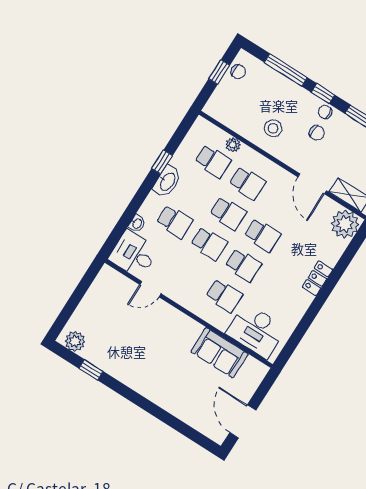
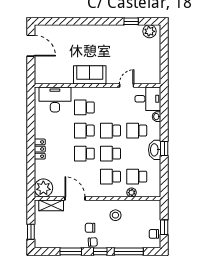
window: (162, 162) -> (164, 149), moved
sofa: (219, 353) -> (90, 75), moved

